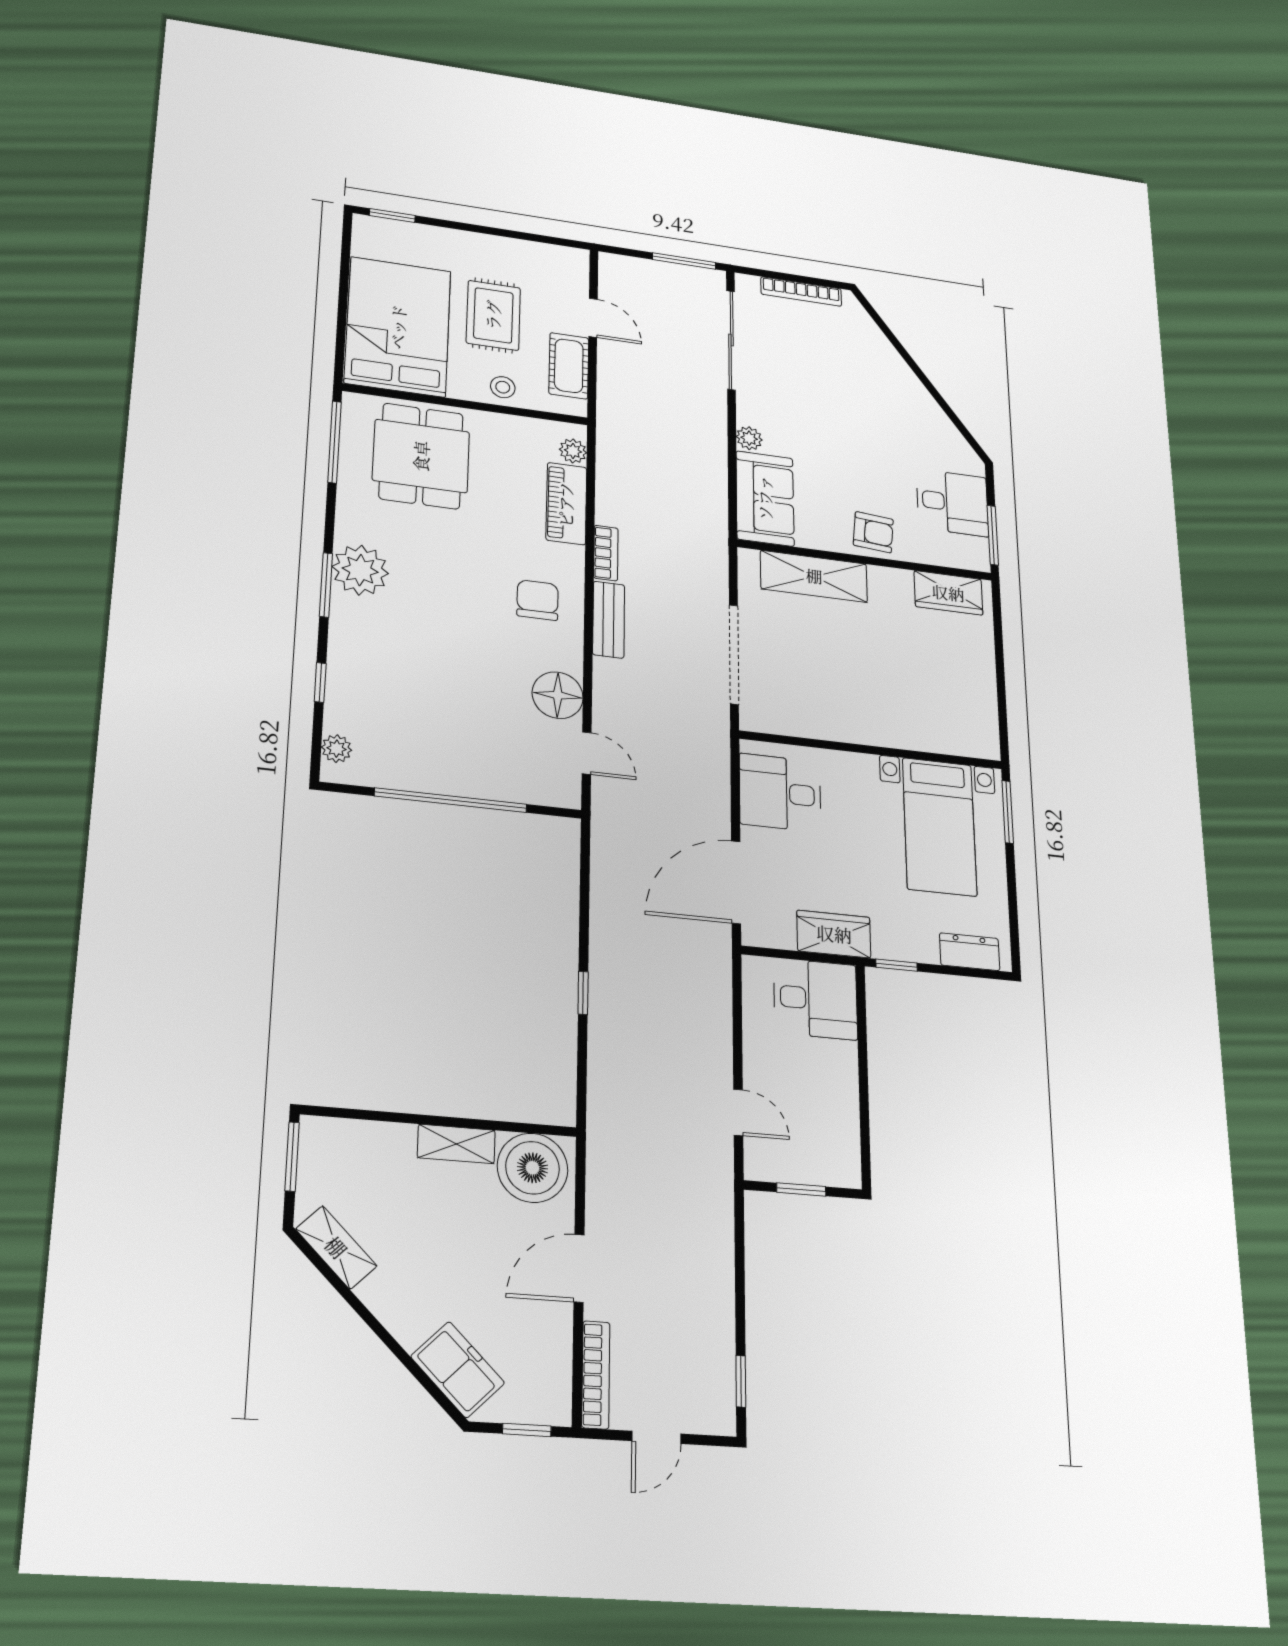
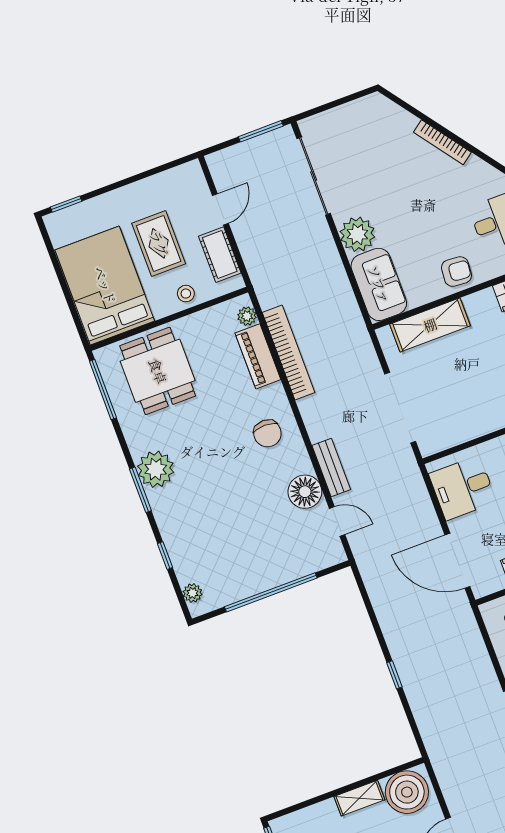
bookcase: (801, 292) -> (442, 142), moved, turned 54
door: (593, 318) -> (220, 209), hinge flipped
plant: (749, 438) -> (357, 234), width x1.87, depth x1.87
bookcase: (606, 553) -> (288, 353), width x2.31, depth x1.31
chair: (538, 600) -> (267, 433), turned 180
bench: (609, 620) -> (331, 467), moved
door: (736, 882) -> (457, 561), hinge flipped

